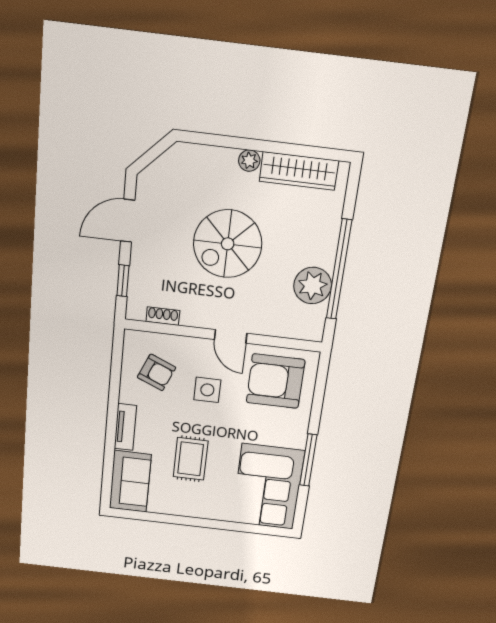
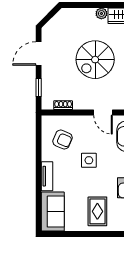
side table: (207, 390) -> (89, 160), moved
rug: (191, 459) -> (97, 211), moved

